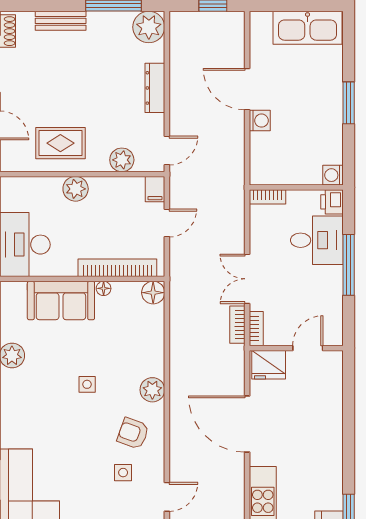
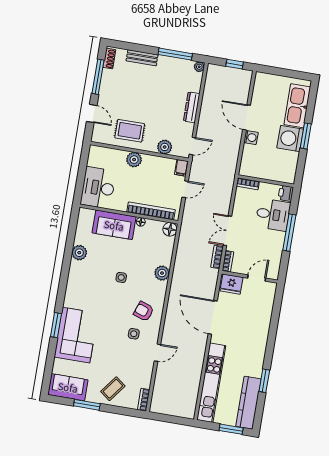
plant: (149, 27) -> (199, 67), width x0.53, depth x0.53
kitchen sink: (307, 28) -> (297, 106), moved, turned 90
washing machine: (333, 175) -> (290, 139), moved, width x1.89, depth x1.89
plant: (152, 390) -> (162, 273), moved

